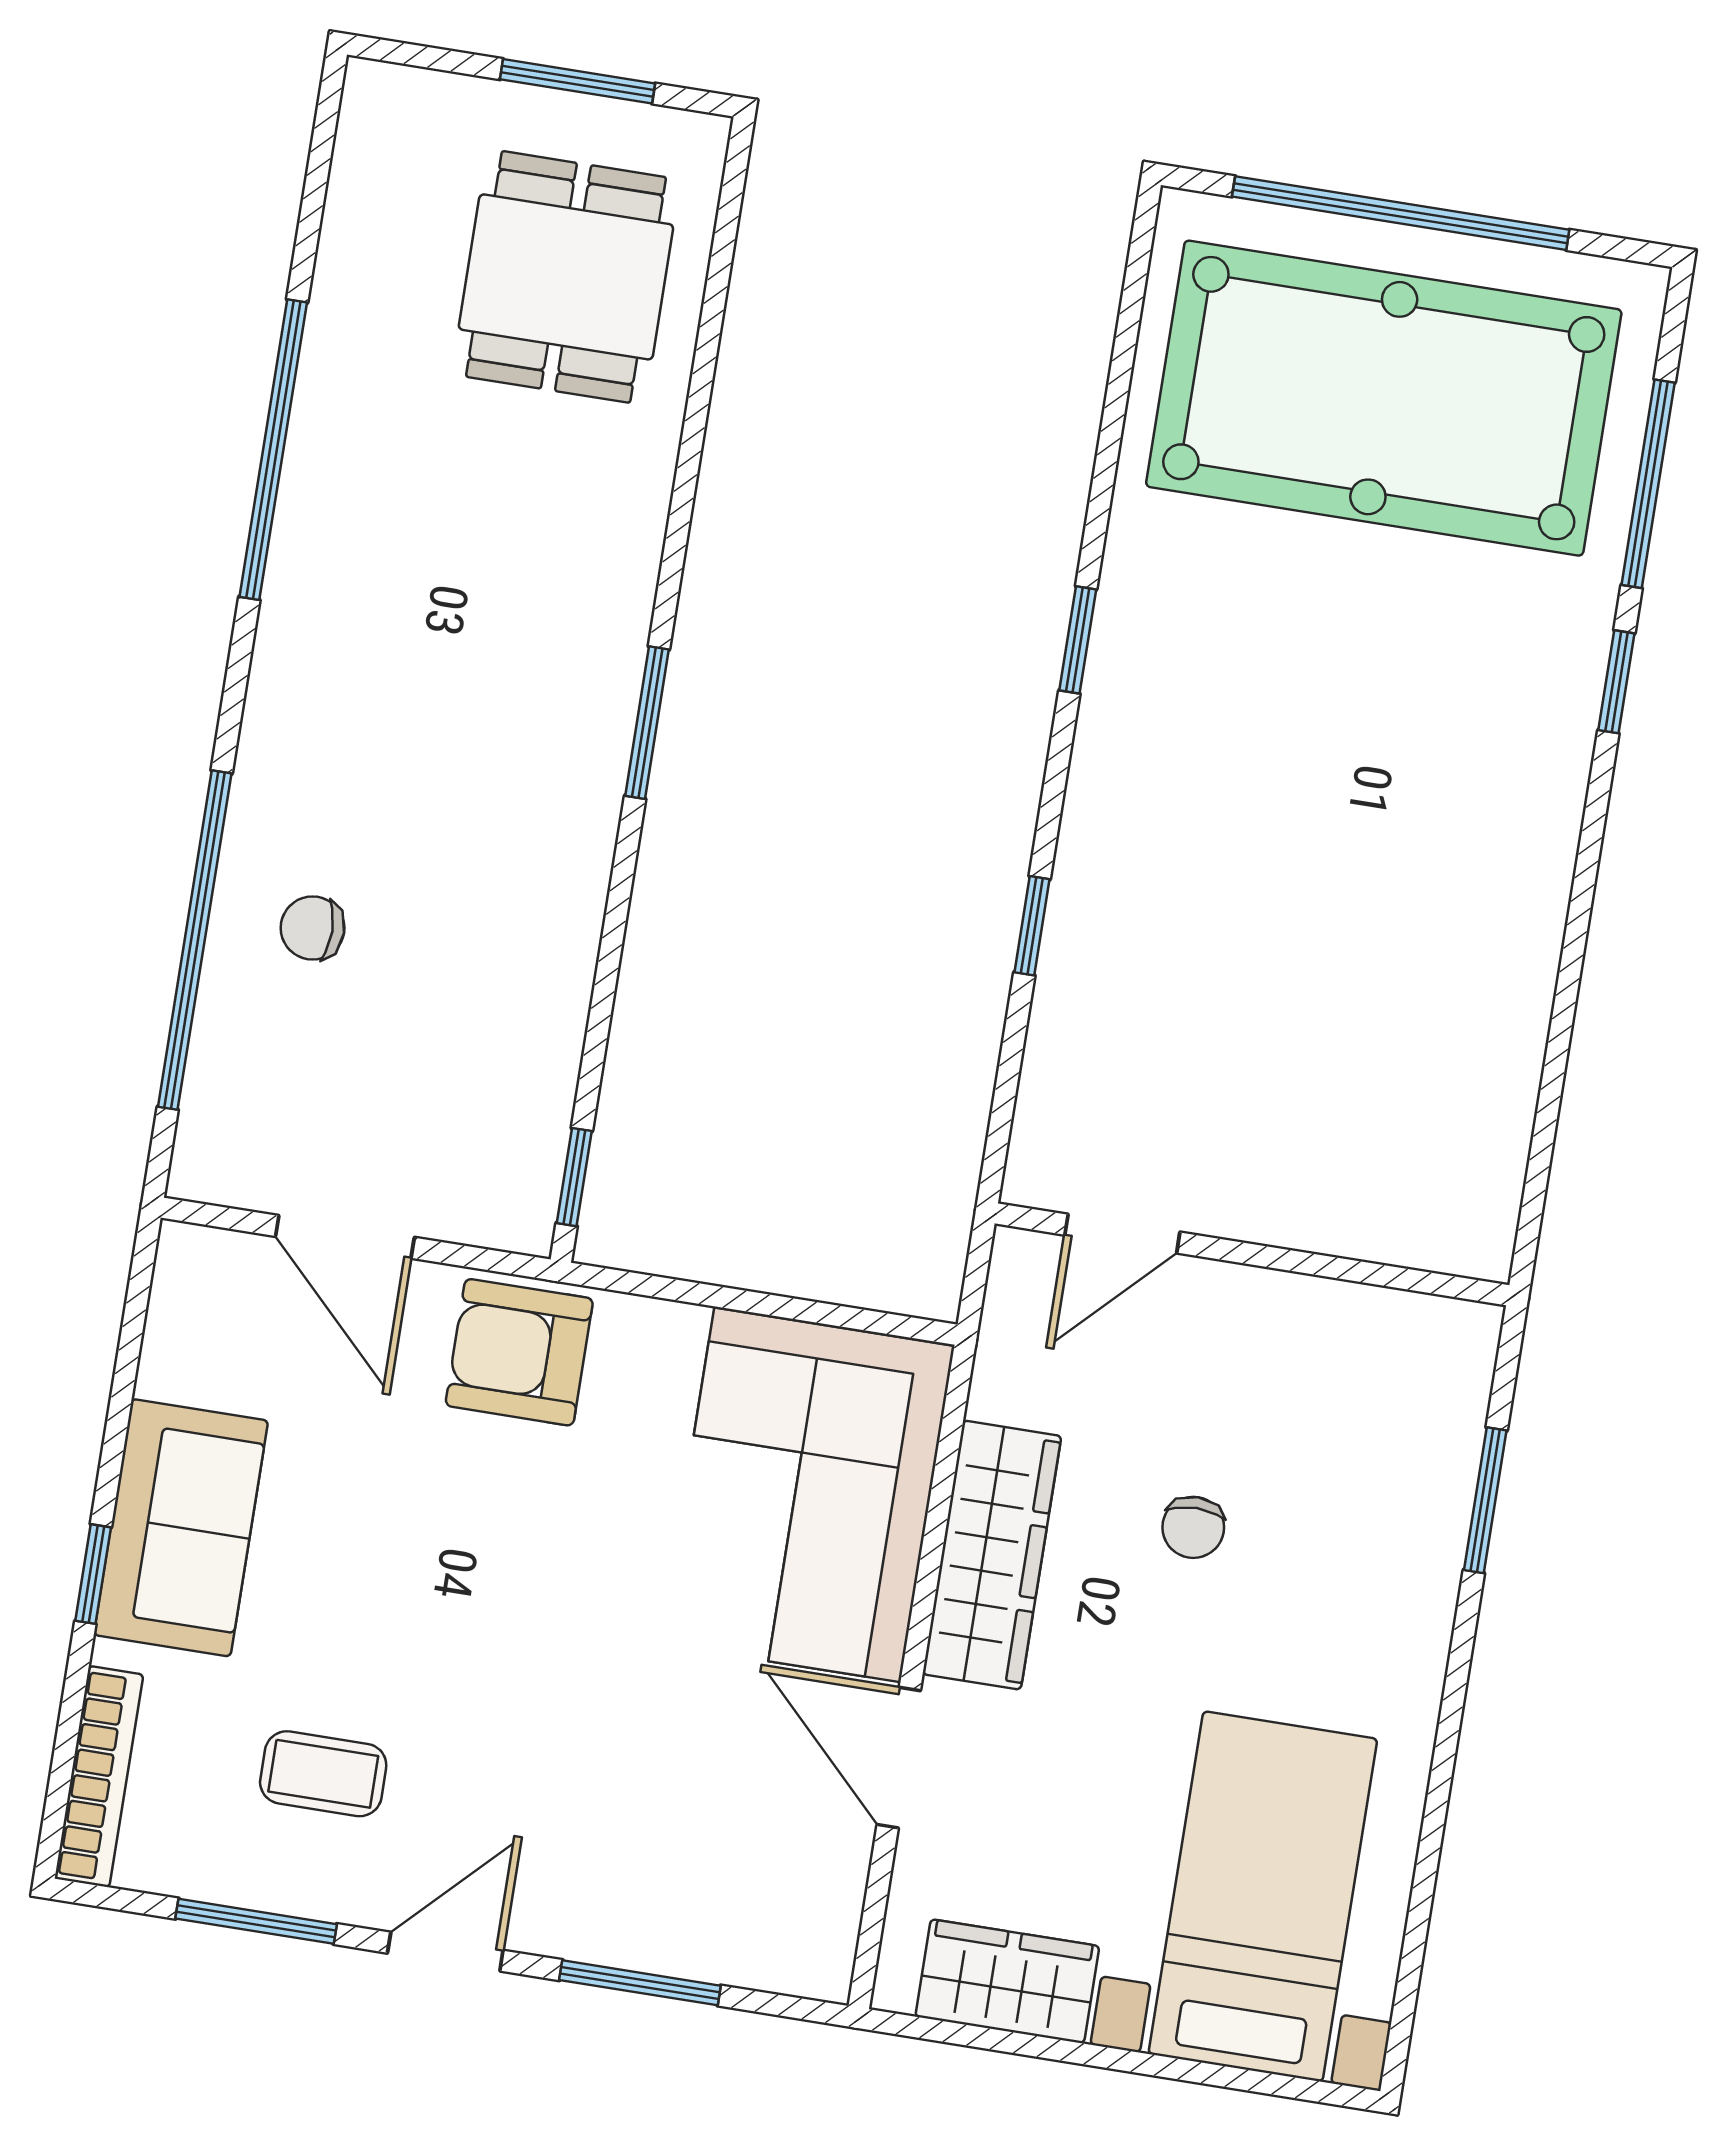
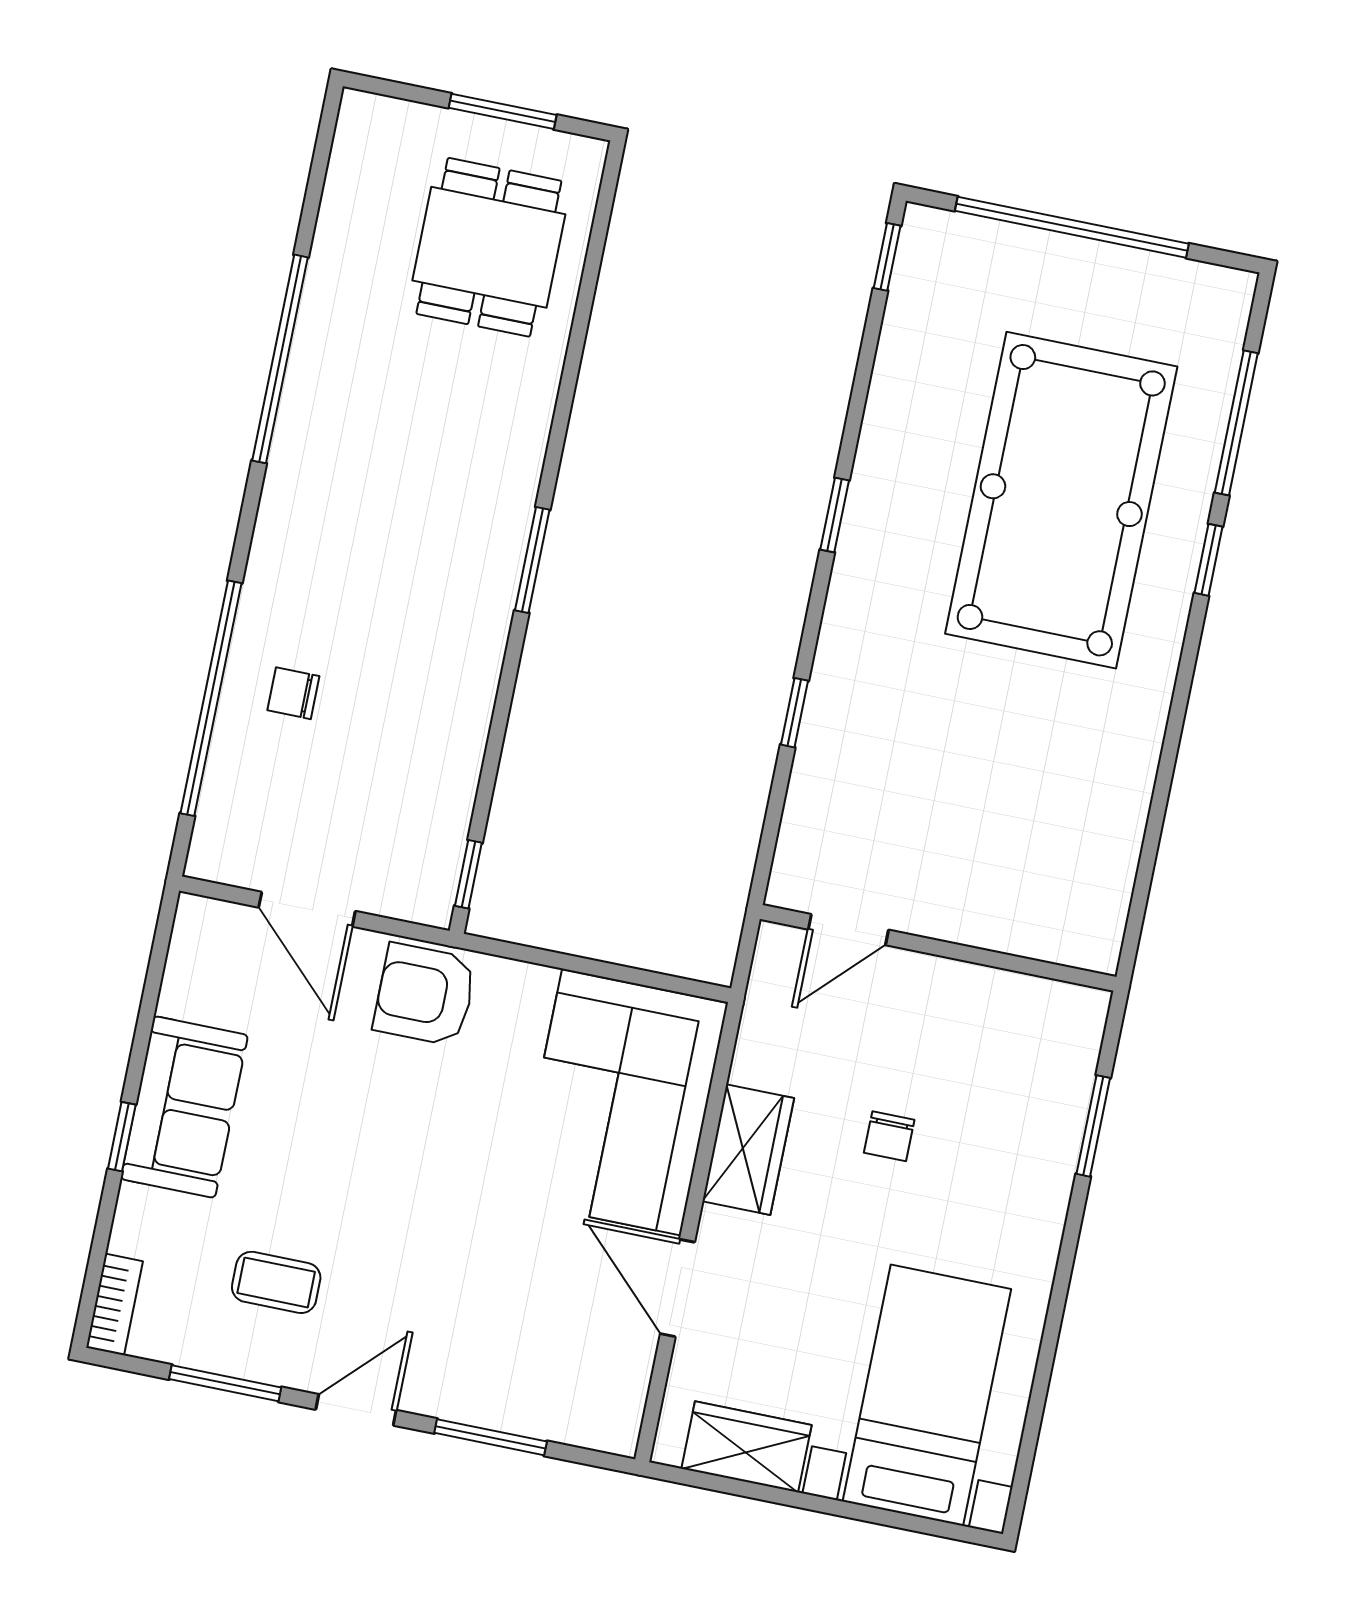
window: (1138, 267) -> (887, 257), added
pool table: (1384, 398) -> (1061, 500), moved, turned 90
wardrobe: (992, 1555) -> (748, 1150), width x0.67
bookcase: (99, 1777) -> (115, 1304), width x0.64

